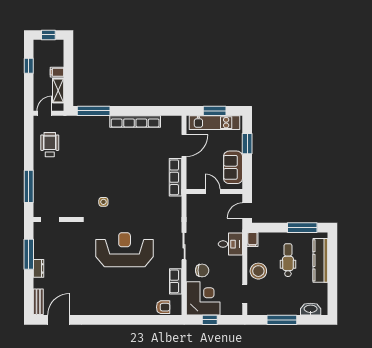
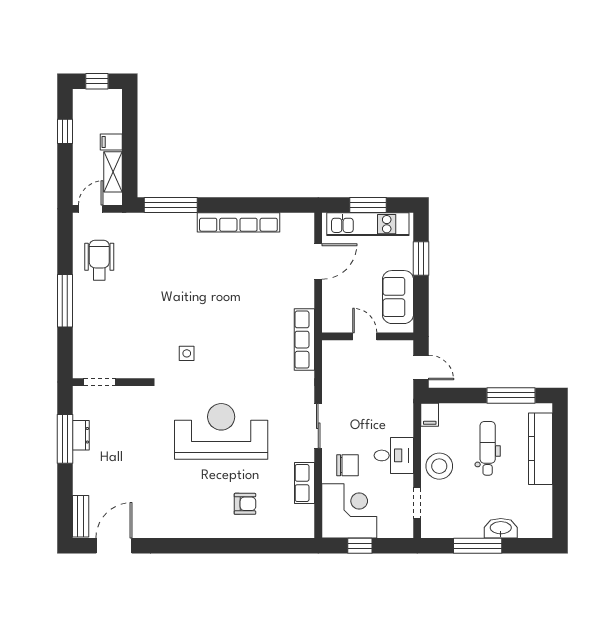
row of seats: (176, 177) -> (304, 340), moved
window: (29, 186) -> (65, 301), moved
door: (247, 211) -> (421, 367), swing flipped
desk: (230, 244) -> (394, 455), moved
dresser: (38, 268) -> (81, 435), moved
armchair: (163, 307) -> (245, 504), moved
washbasin: (311, 309) -> (501, 528), moved

